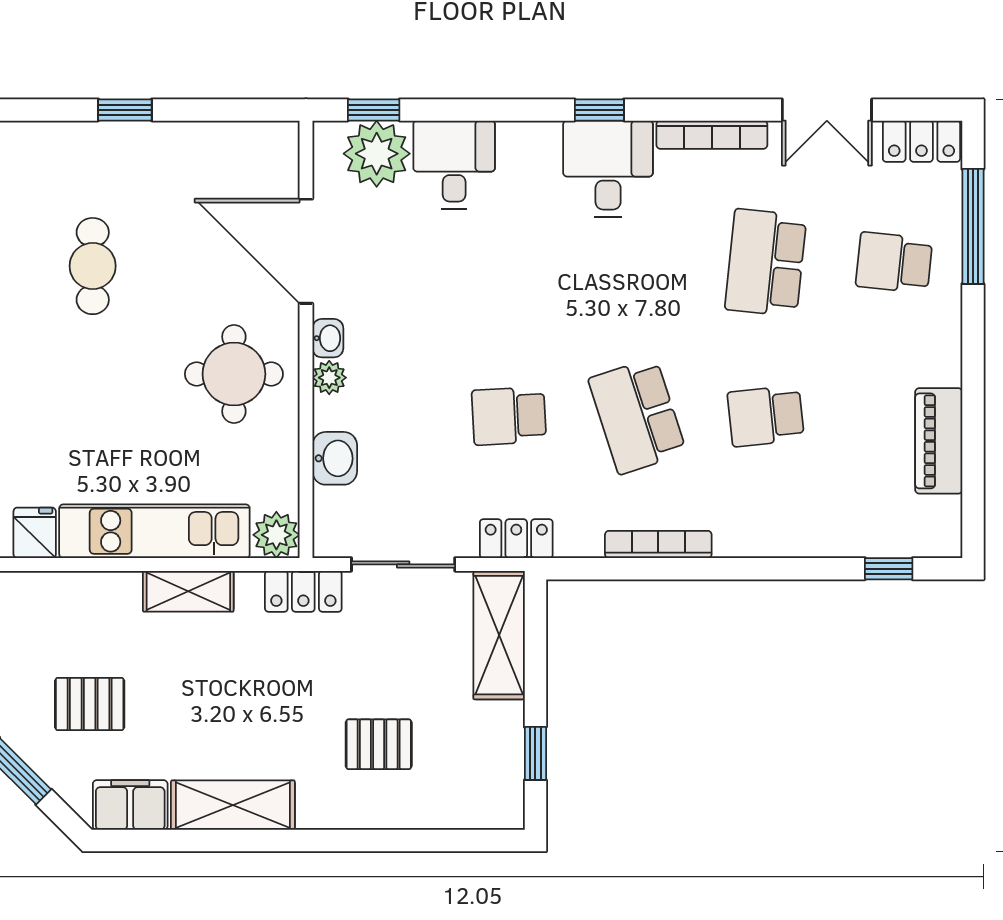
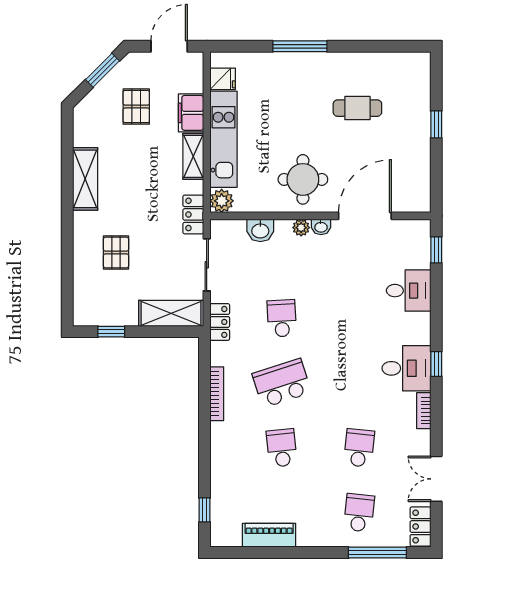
bookcase: (712, 135) -> (424, 411), width x0.64
plant: (377, 154) -> (414, 251), removed
school desk: (766, 263) -> (359, 448), width x0.54
filing cabinet: (130, 805) -> (191, 113), moved, turned 180

